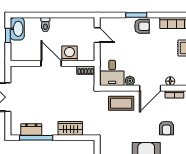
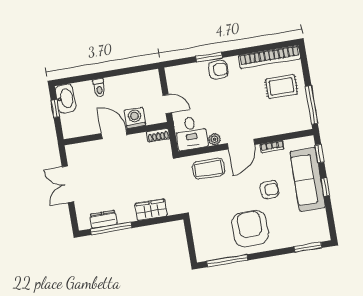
door: (97, 35) -> (167, 104), moved
floor lamp: (170, 81) -> (264, 131), removed
armchair: (167, 128) -> (269, 190), turned -90

